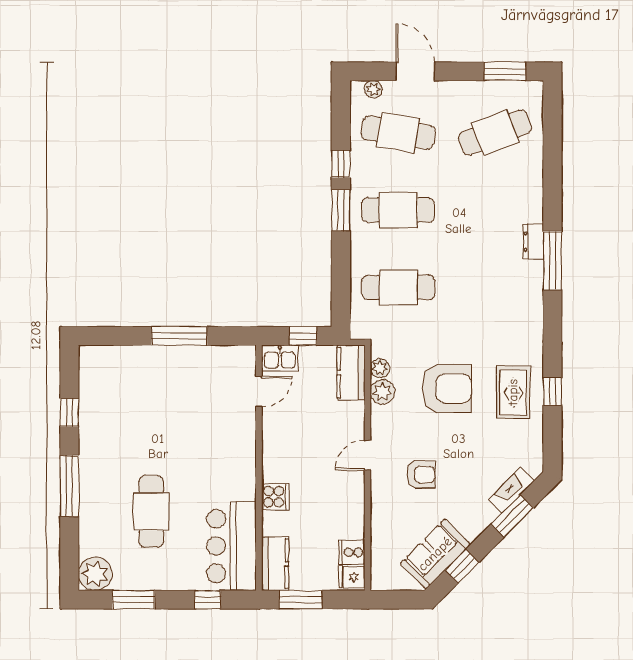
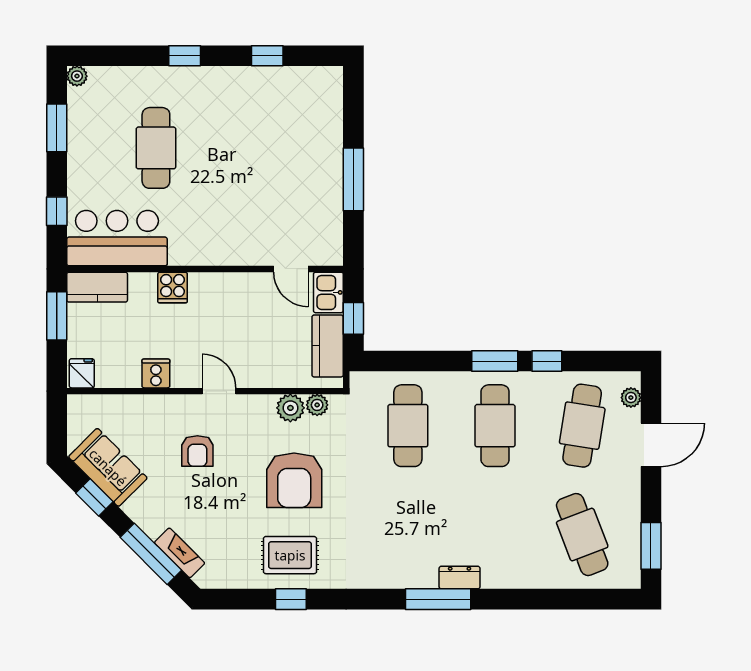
kitchen counter: (351, 373) -> (328, 346), moved, turned -90
window: (69, 486) -> (185, 56), width x0.46
cafe table: (151, 511) -> (156, 148), turned 90
window: (512, 516) -> (151, 554), width x1.44
cooker: (352, 552) -> (156, 374), moved
plant: (95, 574) -> (77, 76), width x0.53, depth x0.53

